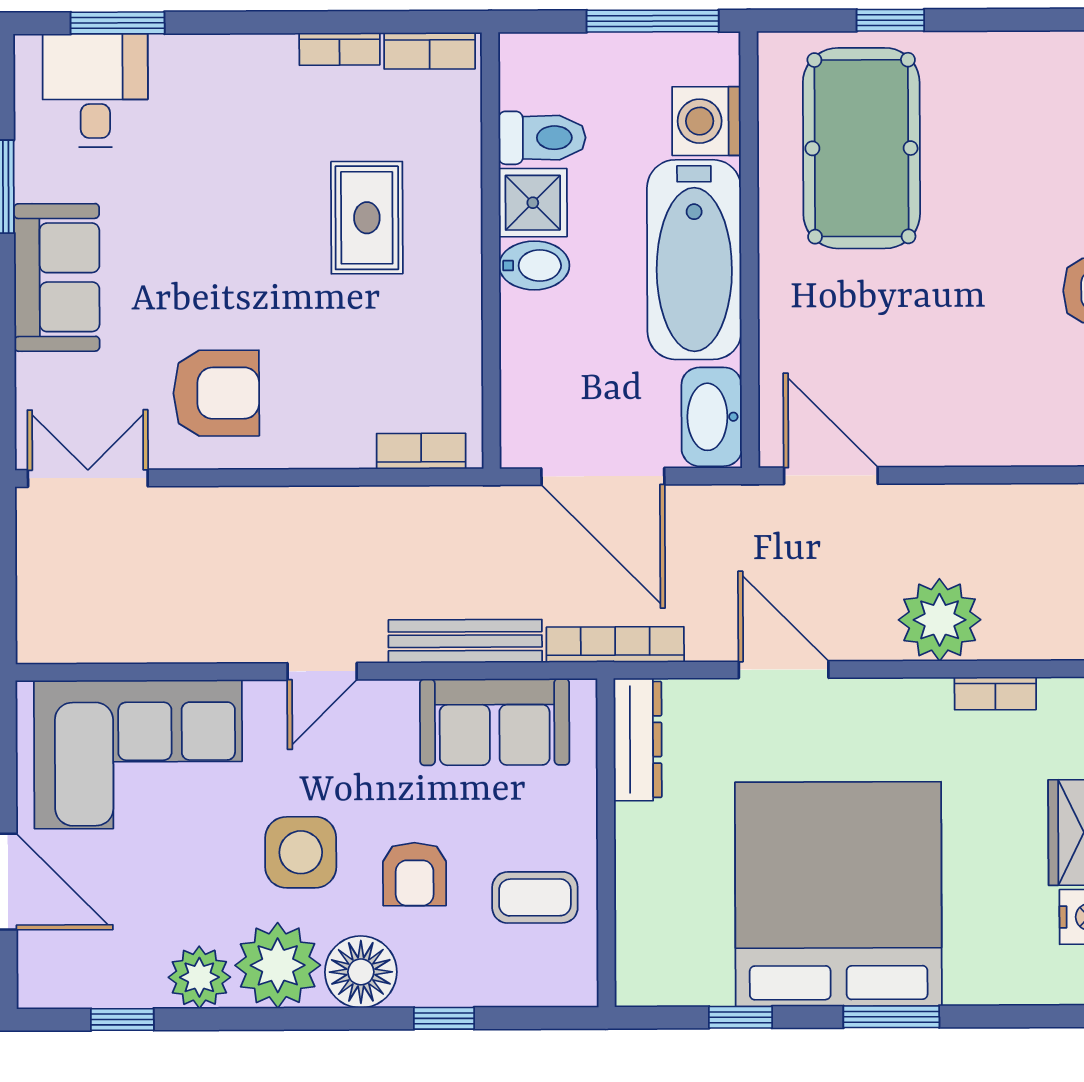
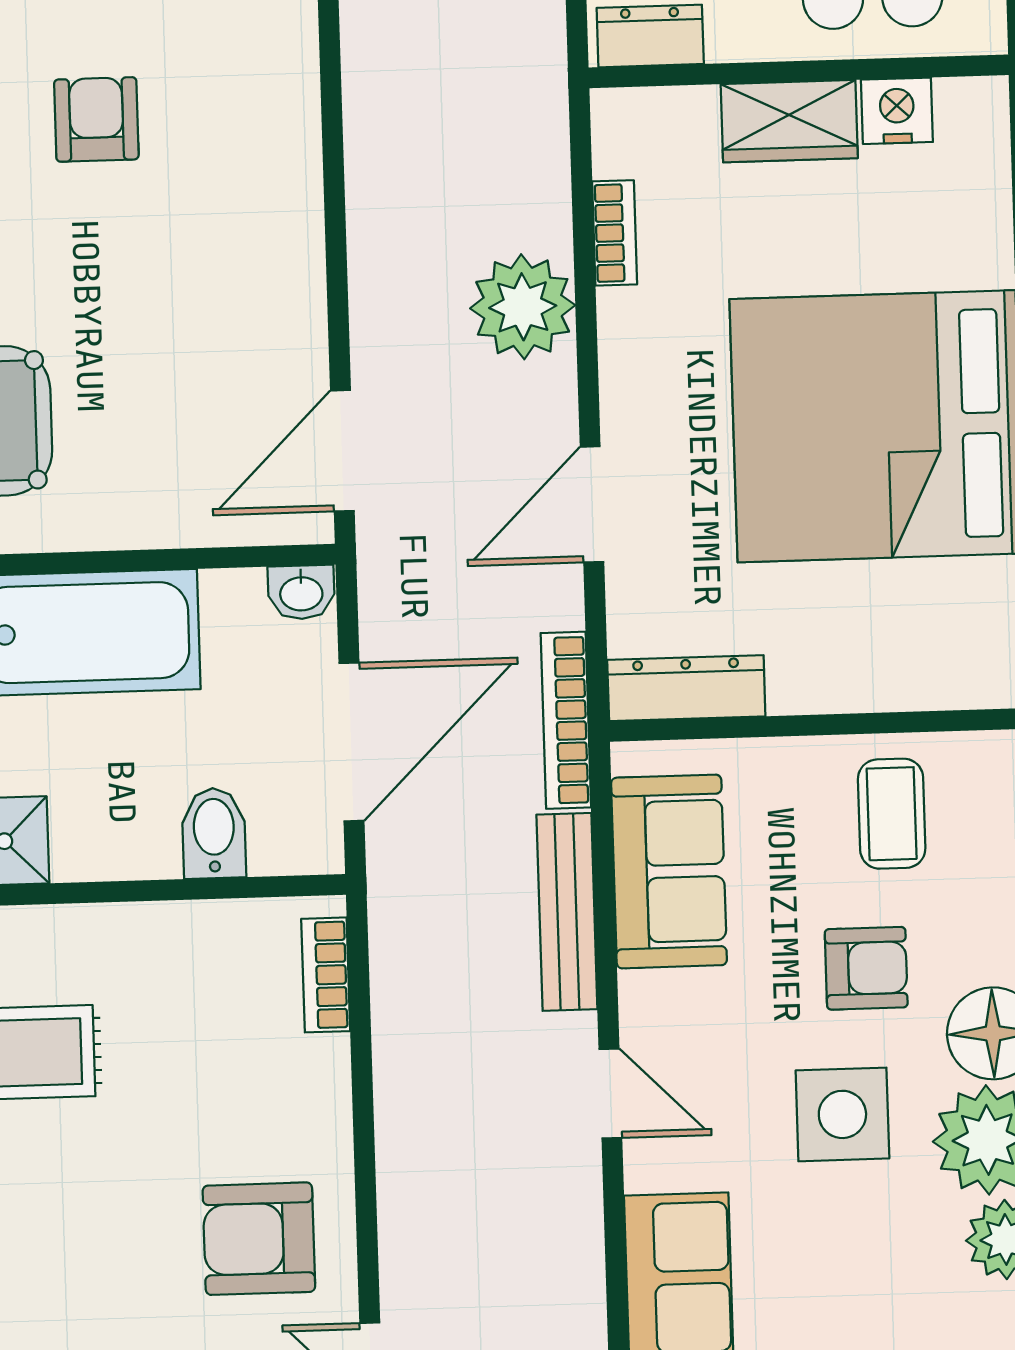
bidet: (534, 265) -> (214, 833), moved
armchair: (216, 393) -> (259, 1239), turned -90
washbasin: (712, 417) -> (301, 592), width x0.52, depth x0.69

